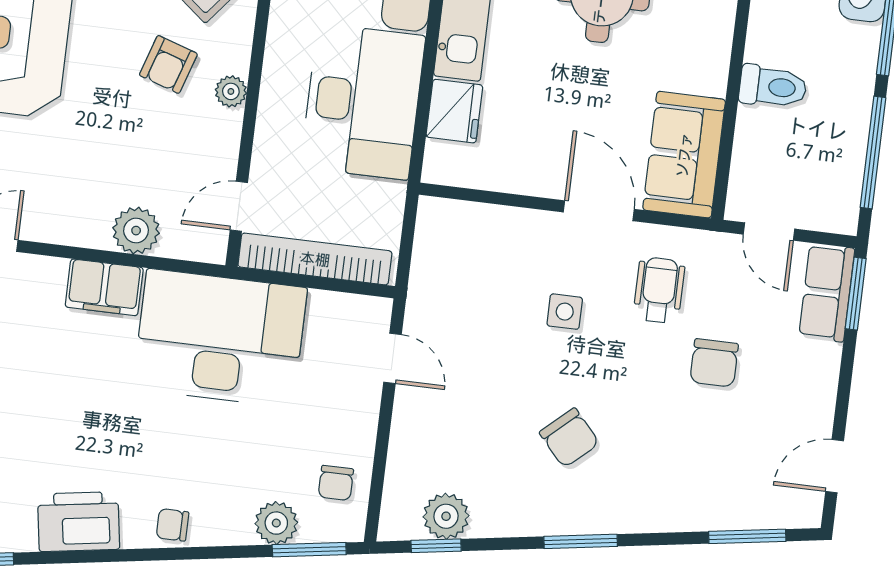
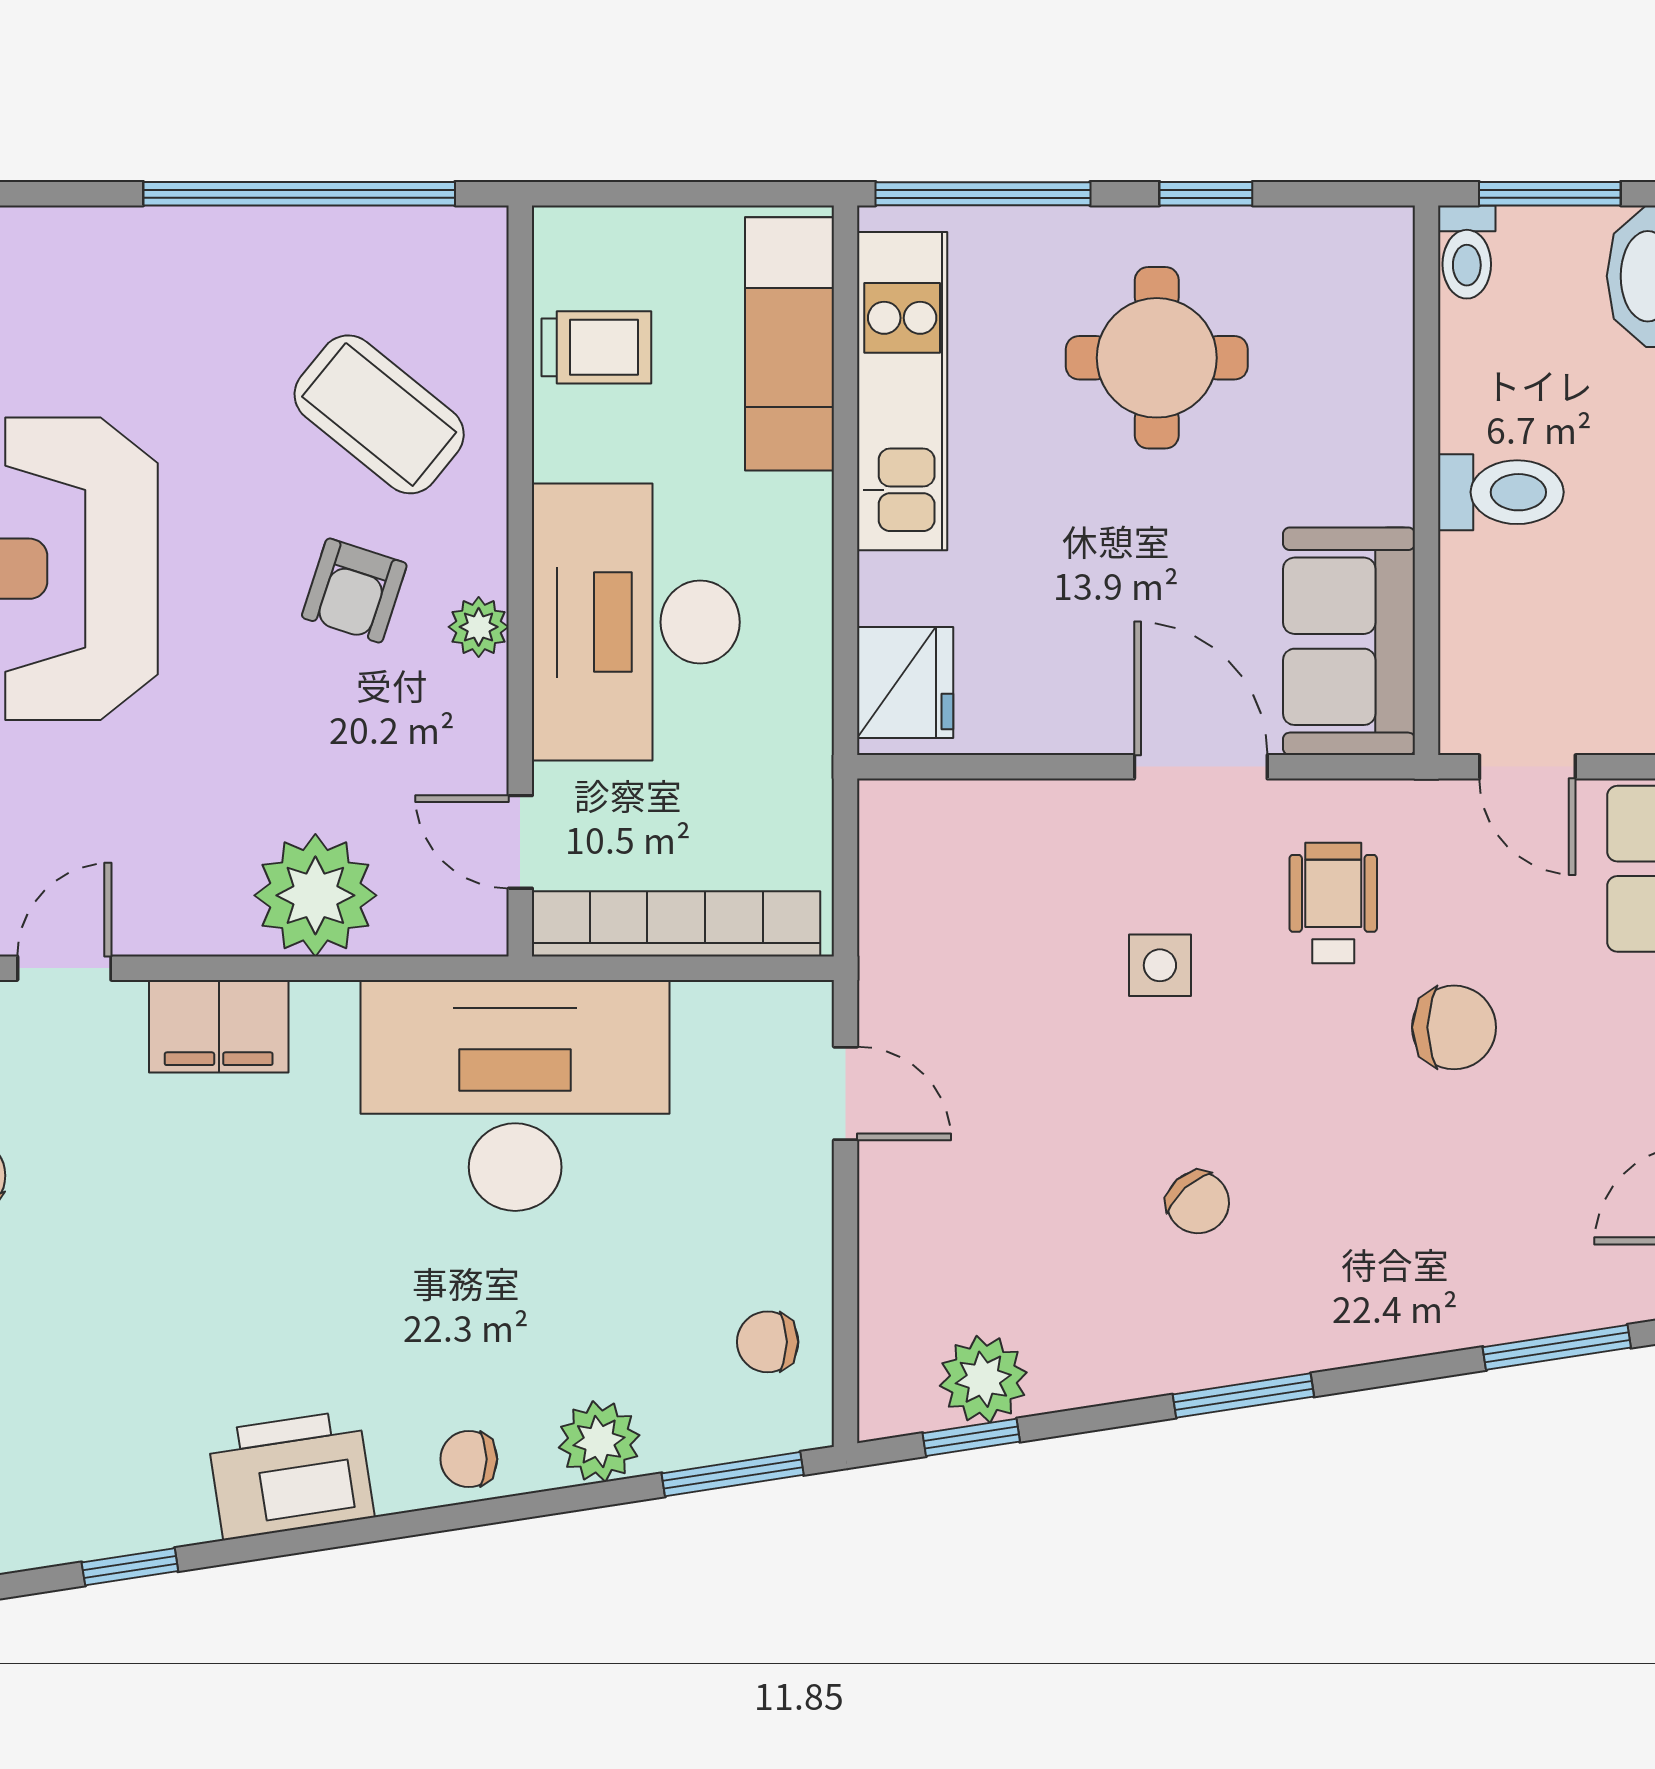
desk: (363, 102) -> (636, 622), moved, turned 180
fridge: (454, 111) -> (905, 683), moved
door: (239, 206) -> (520, 842), hinge flipped
plant: (136, 231) -> (315, 895), width x1.36, depth x1.36
filing cabinet: (104, 287) -> (219, 1026), moved
chair: (714, 363) -> (1454, 1027), turned -90
chair: (569, 438) -> (1198, 1202), width x0.73, depth x0.73
chair: (336, 483) -> (768, 1342), turned 90
plant: (276, 523) -> (599, 1441), moved

